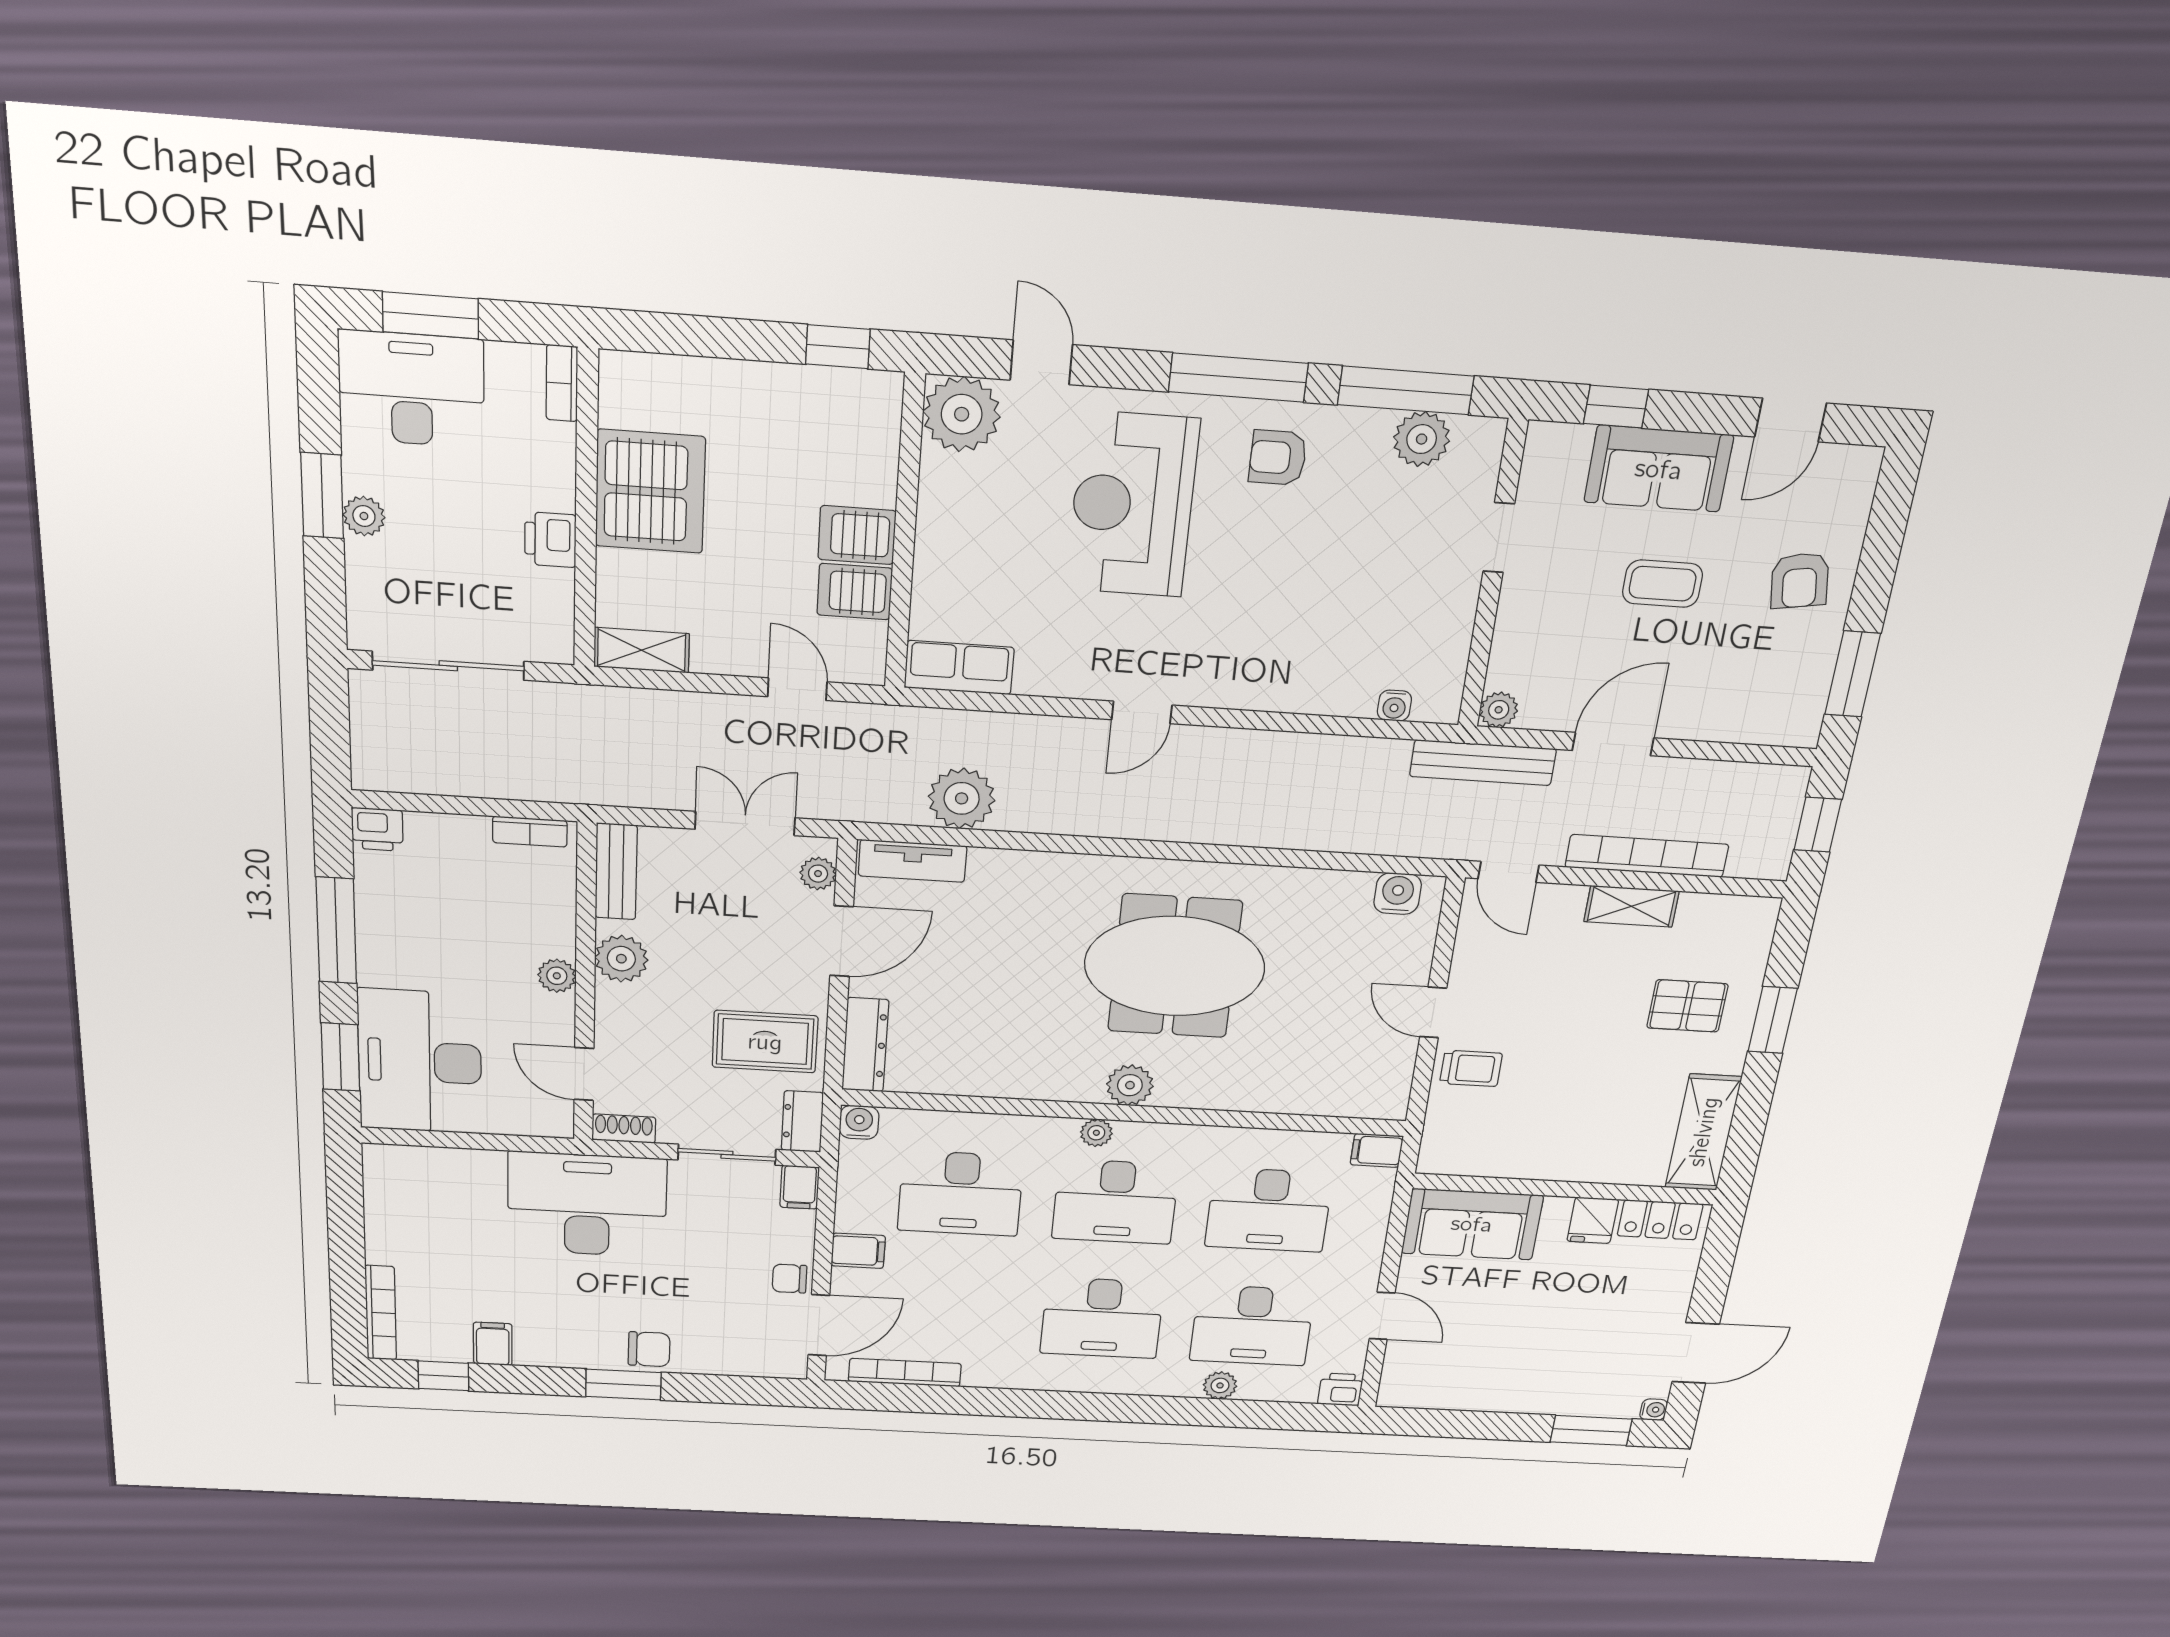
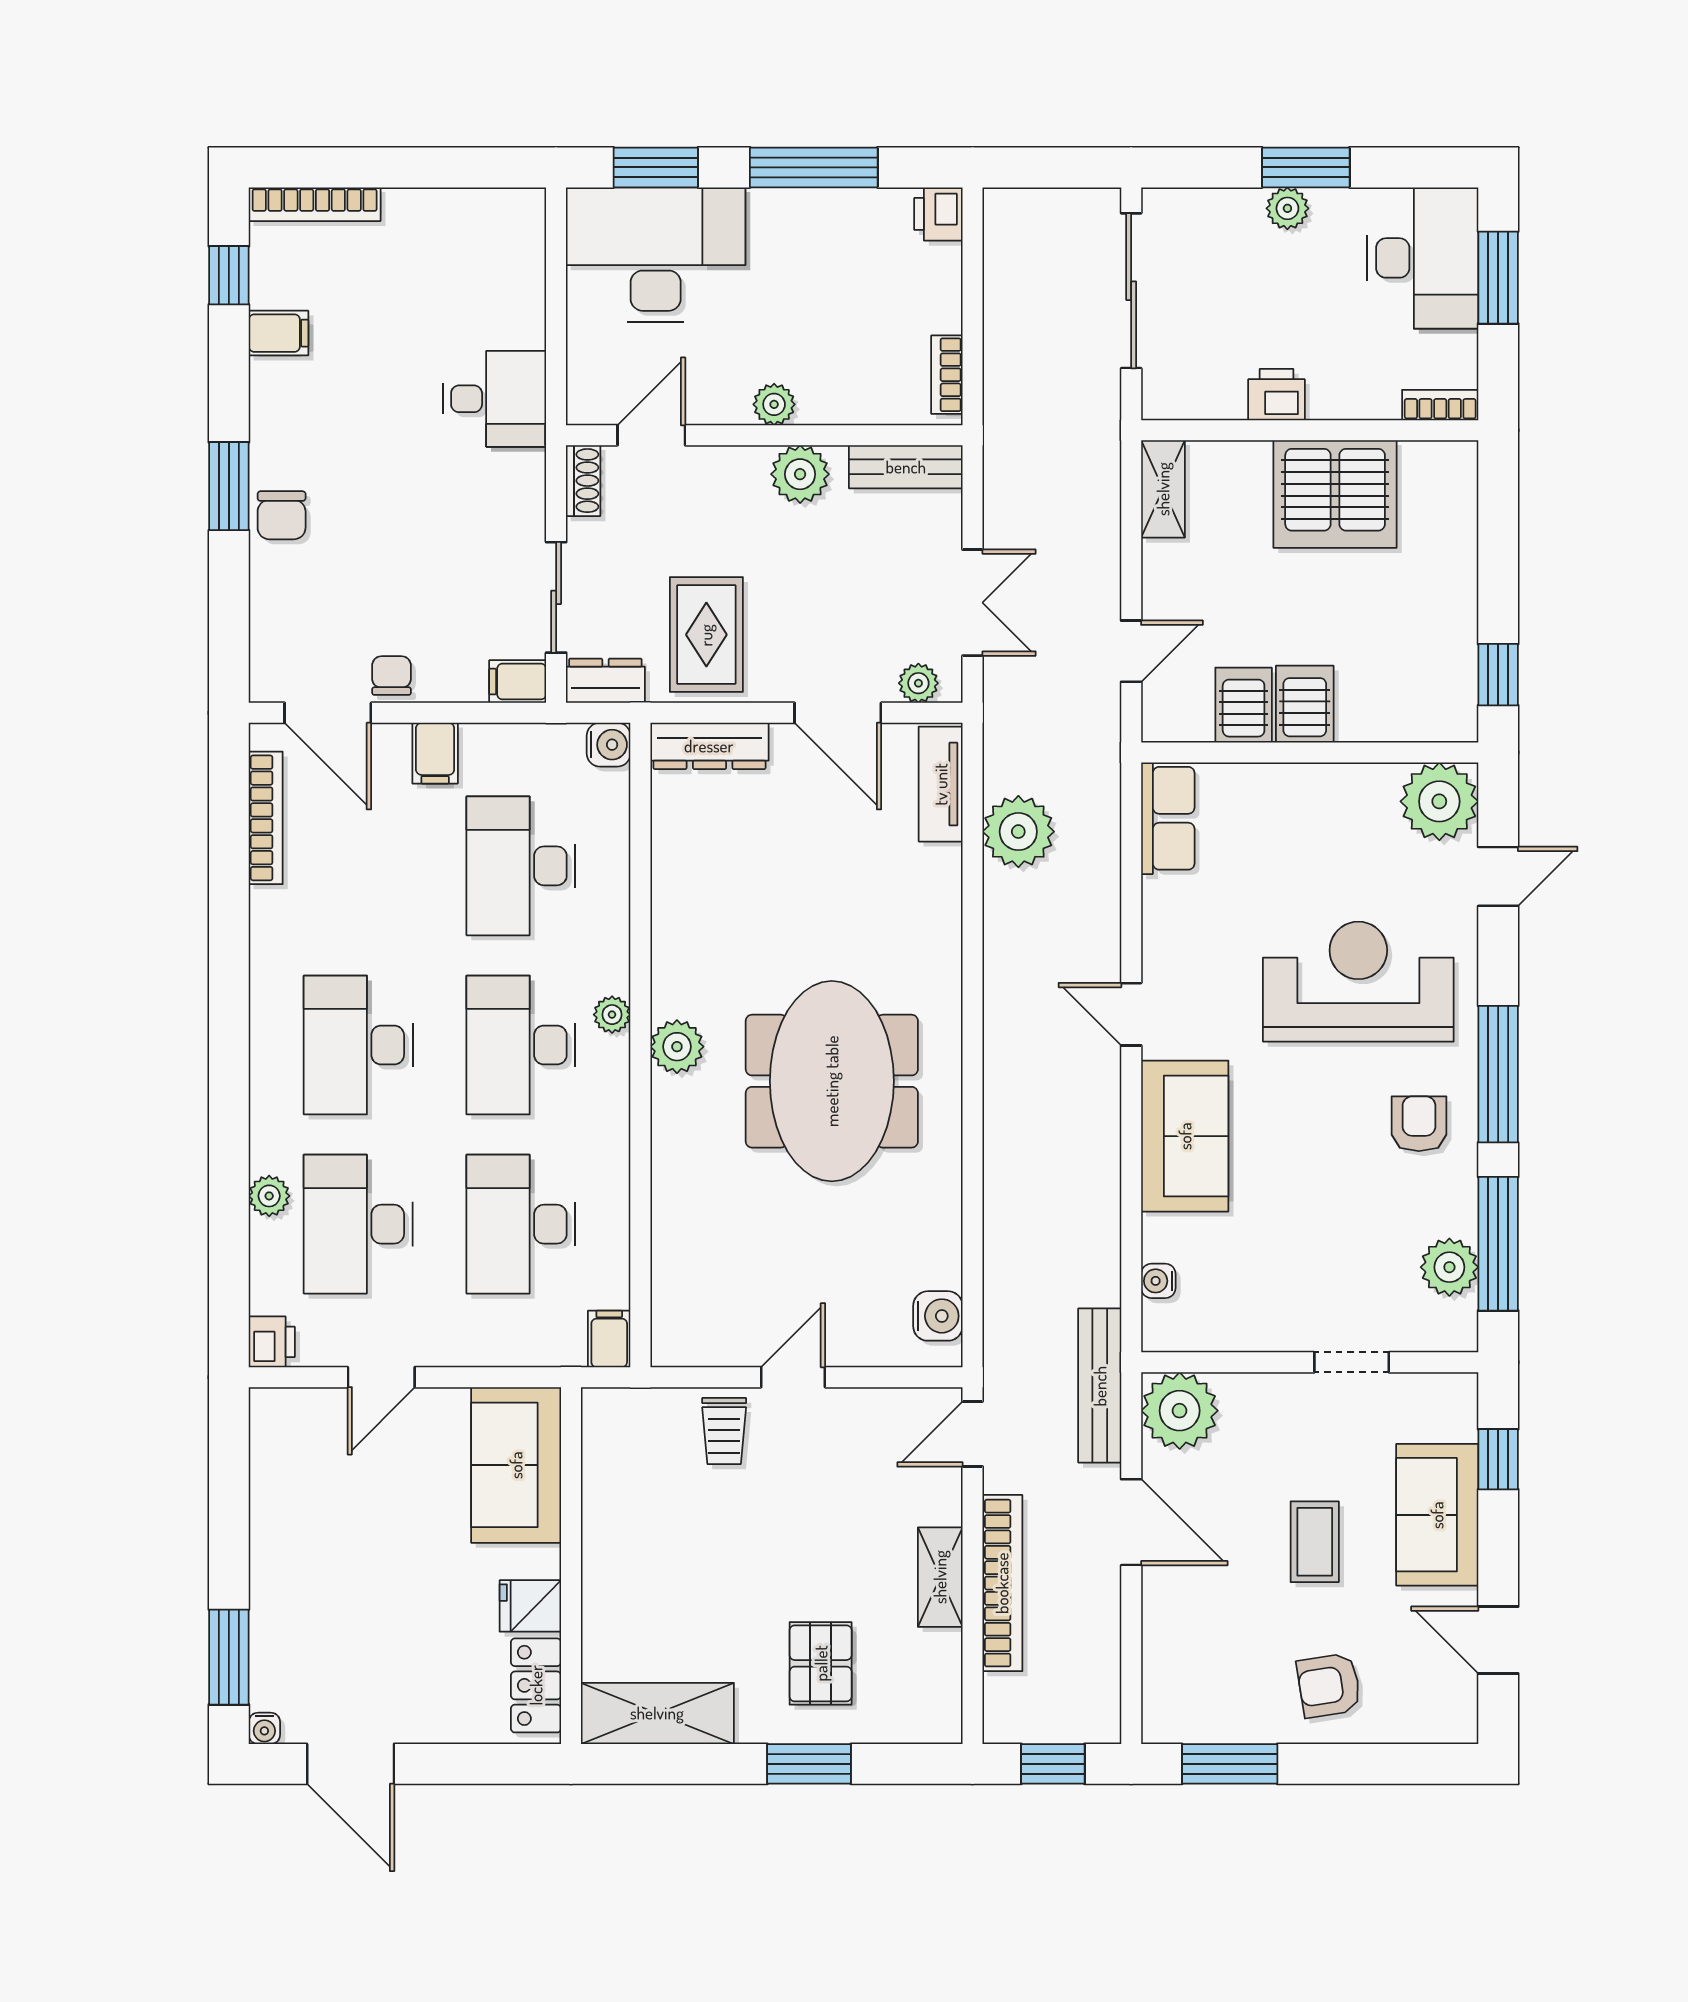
sofa: (1262, 673) -> (1185, 1136), added
plant: (1499, 710) -> (1180, 1411), width x1.88, depth x1.88
desk: (587, 1205) -> (494, 399), width x0.53, depth x0.77

